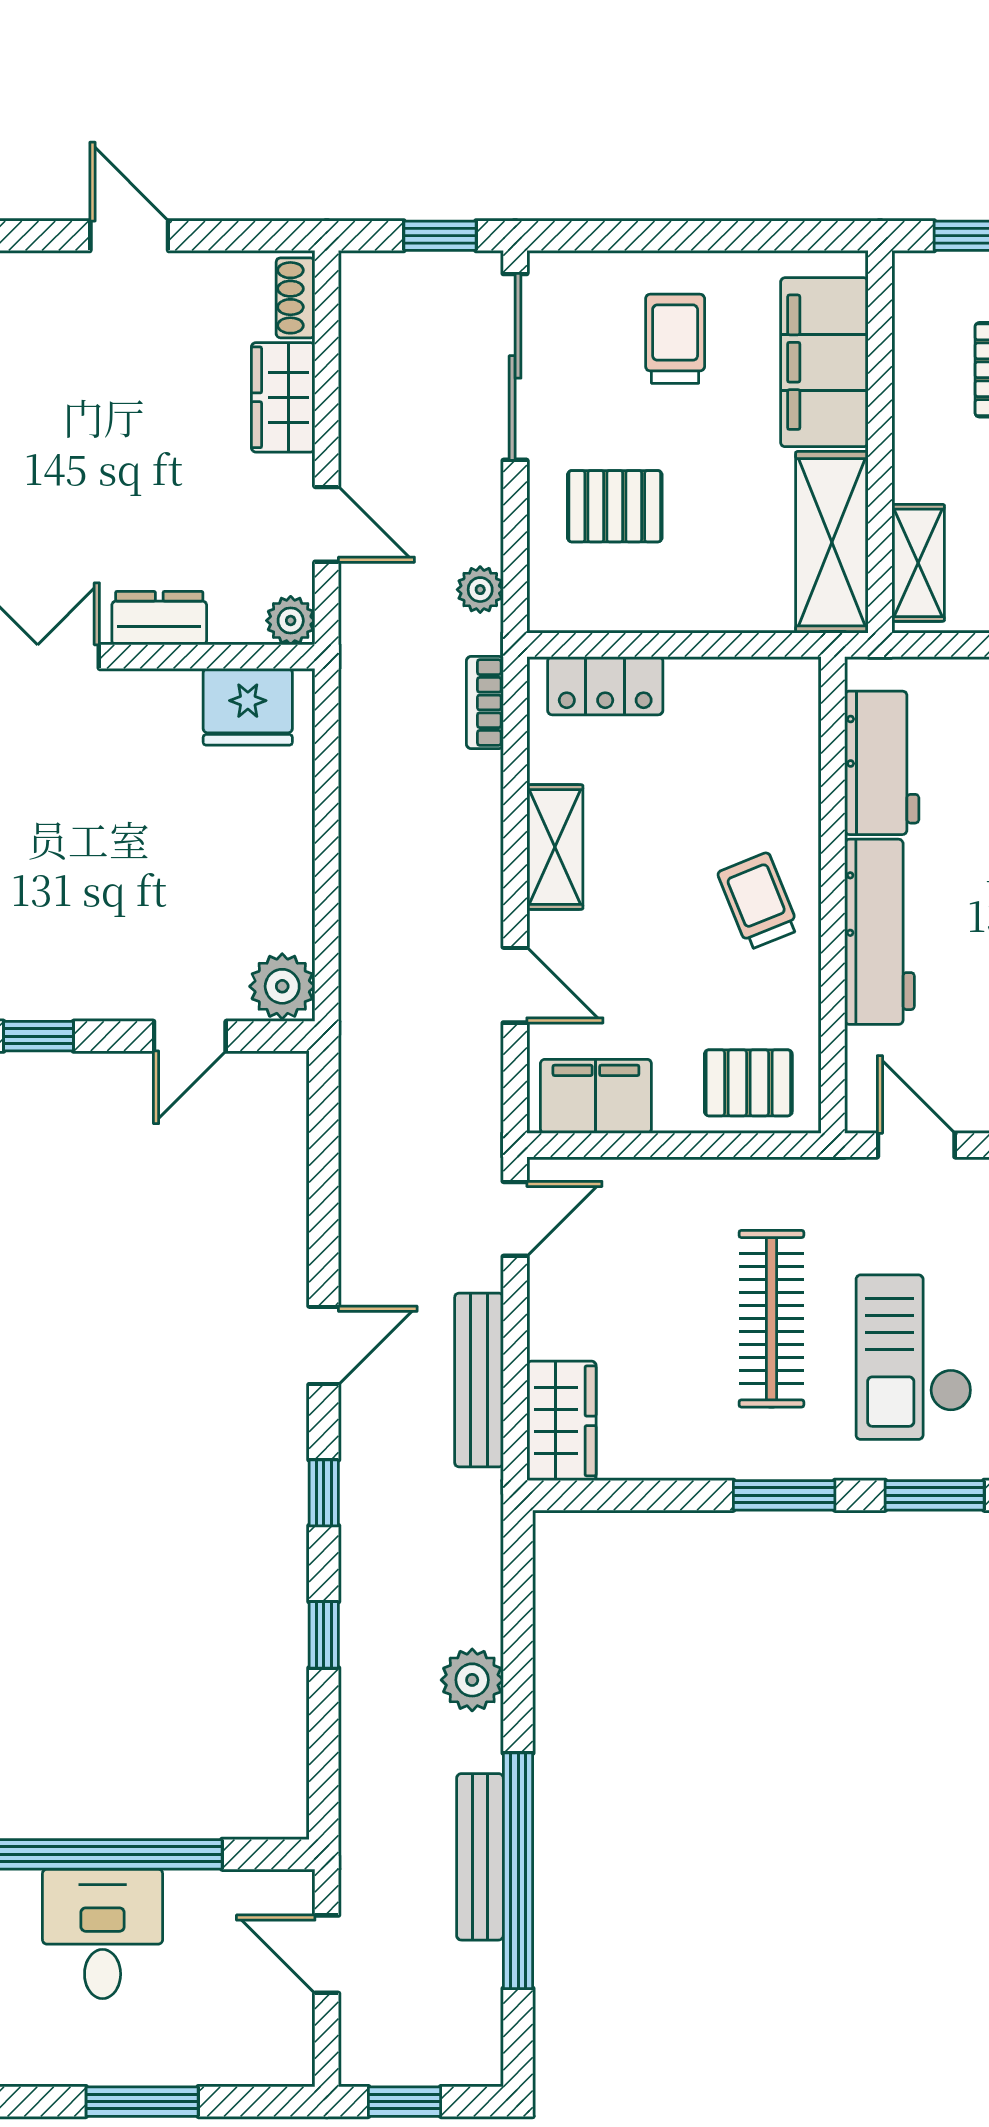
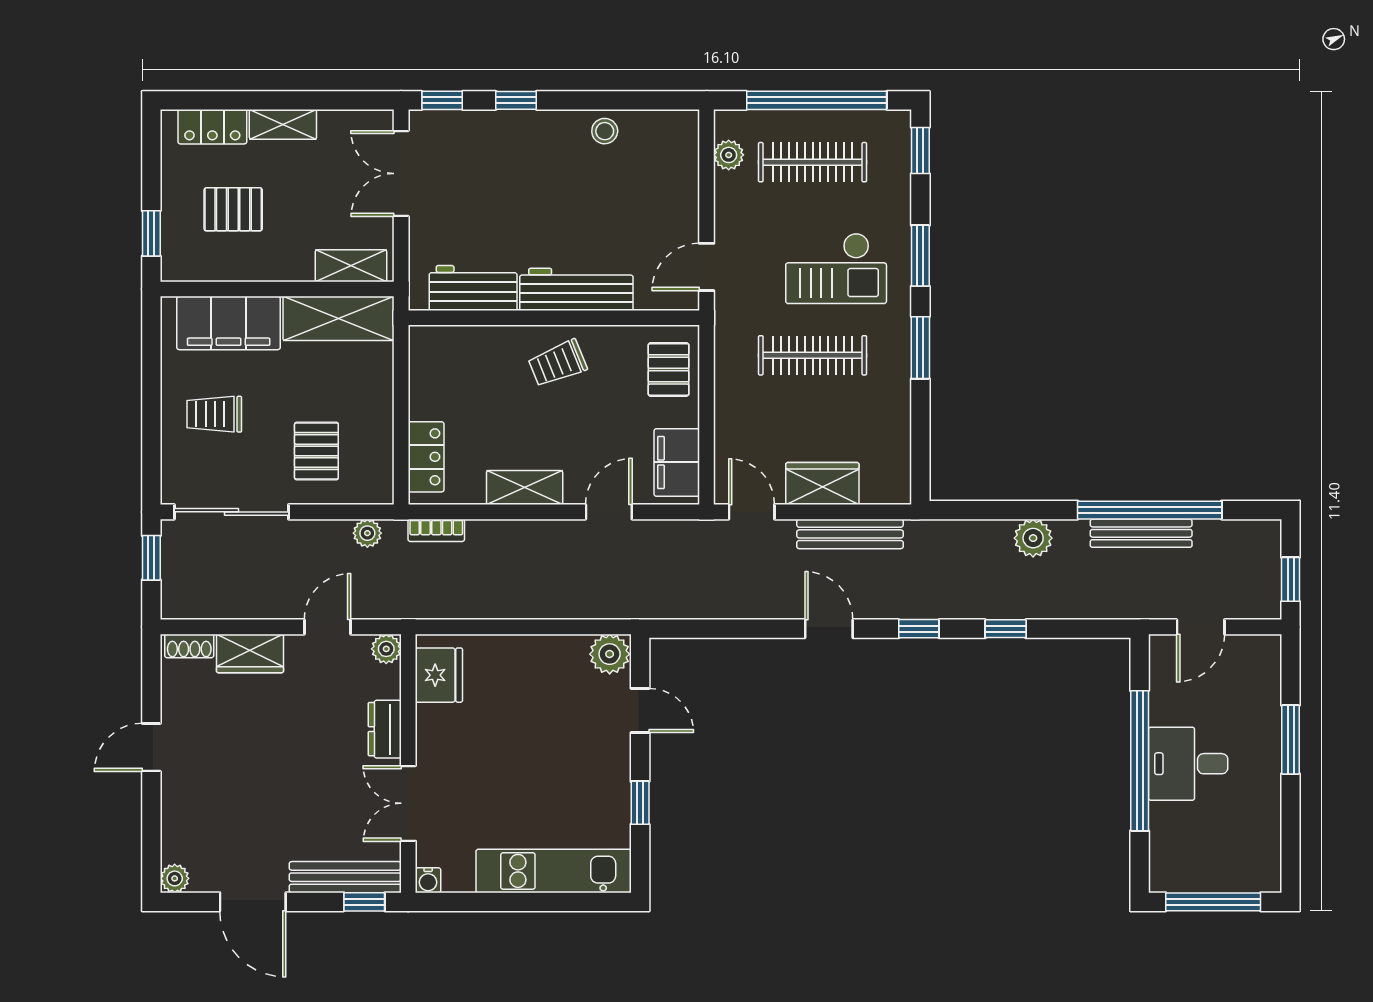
wardrobe: (561, 1421) -> (822, 484), moved

